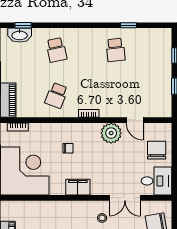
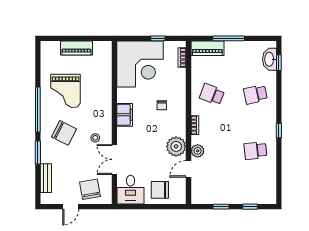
window: (128, 25) -> (279, 130), moved
plant: (116, 111) -> (198, 151), added
chair: (157, 150) -> (160, 190), turned 180

